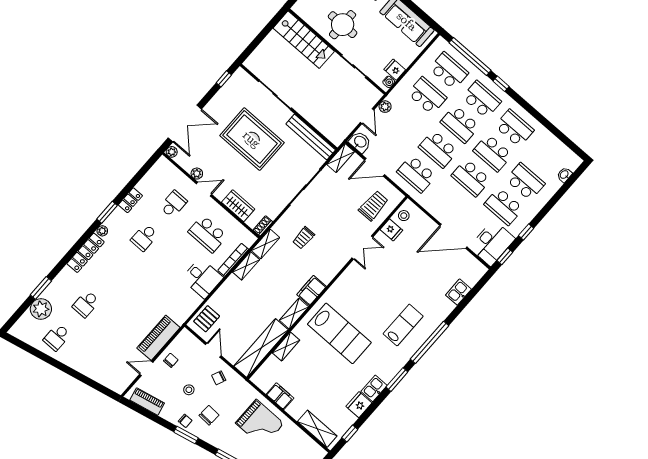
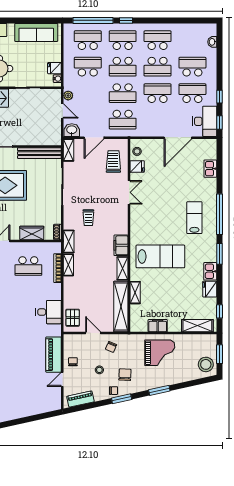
school desk: (471, 178) -> (158, 93), turned 180
school desk: (504, 206) -> (192, 93), turned 180
desk: (202, 278) -> (49, 312), moved

